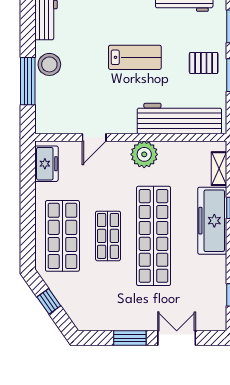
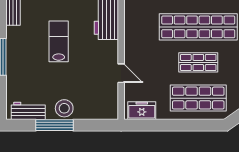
window: (28, 81) -> (55, 125), moved
plant: (144, 154) -> (135, 34), removed

